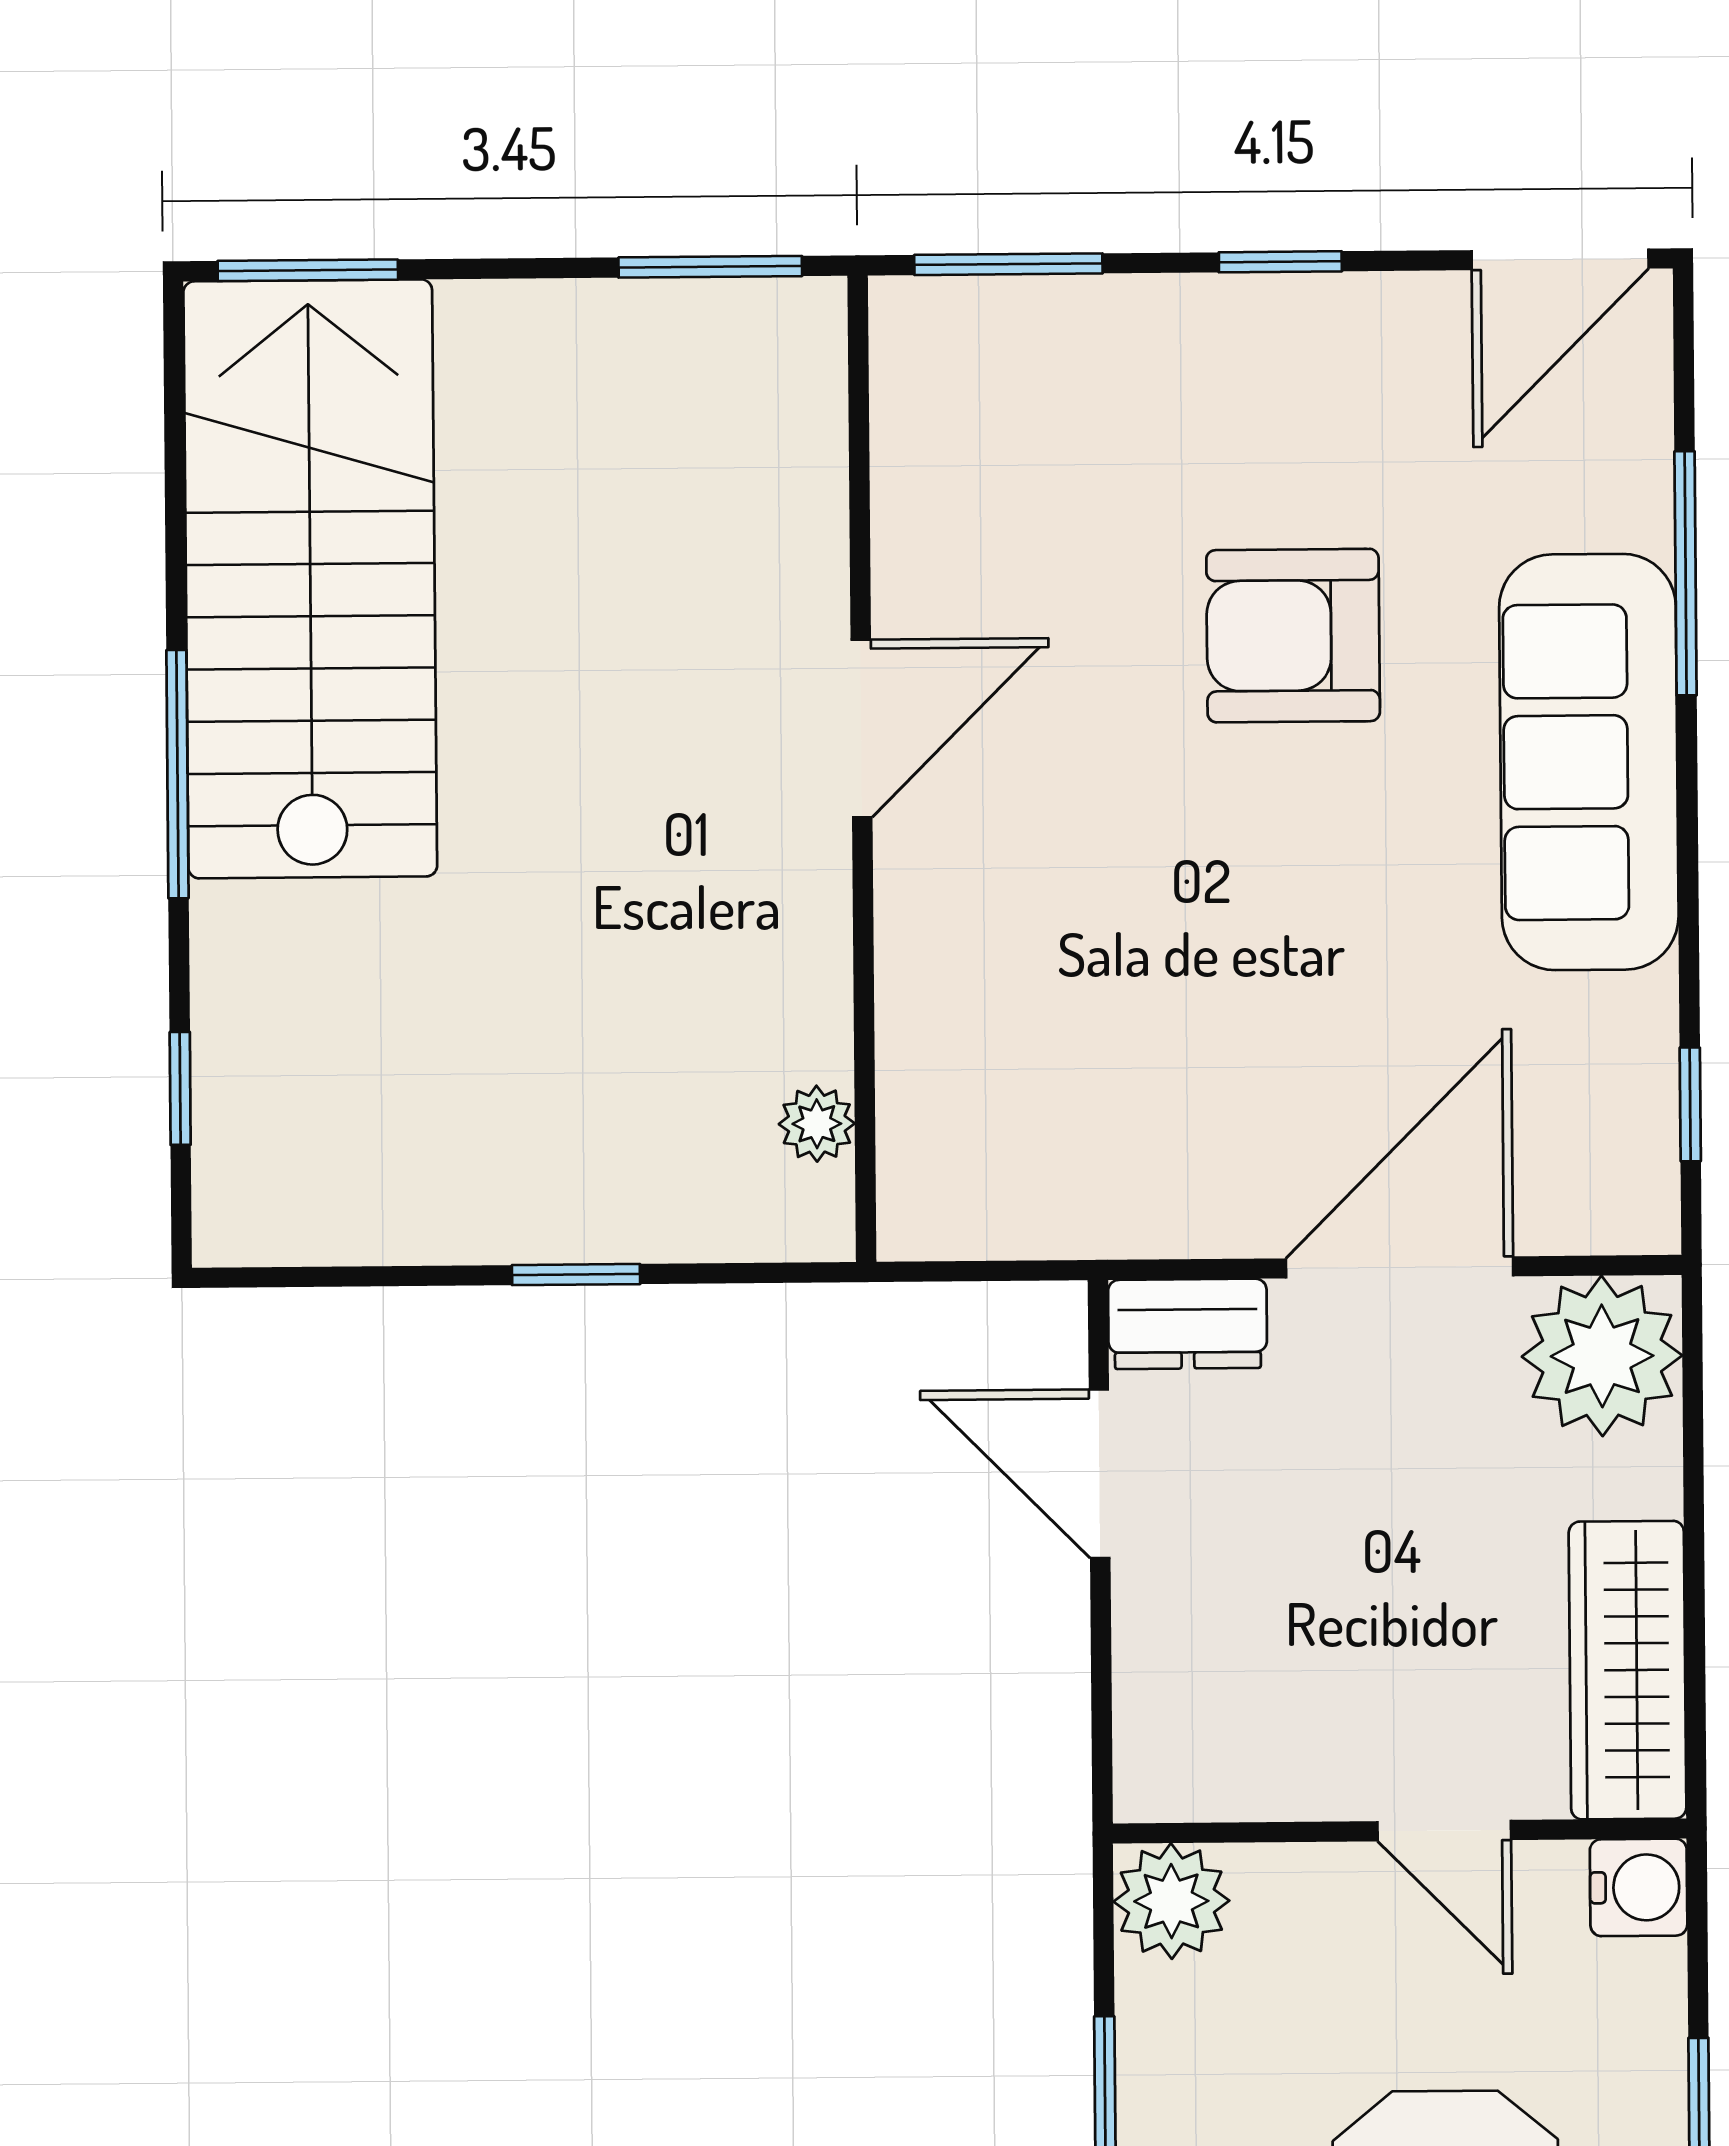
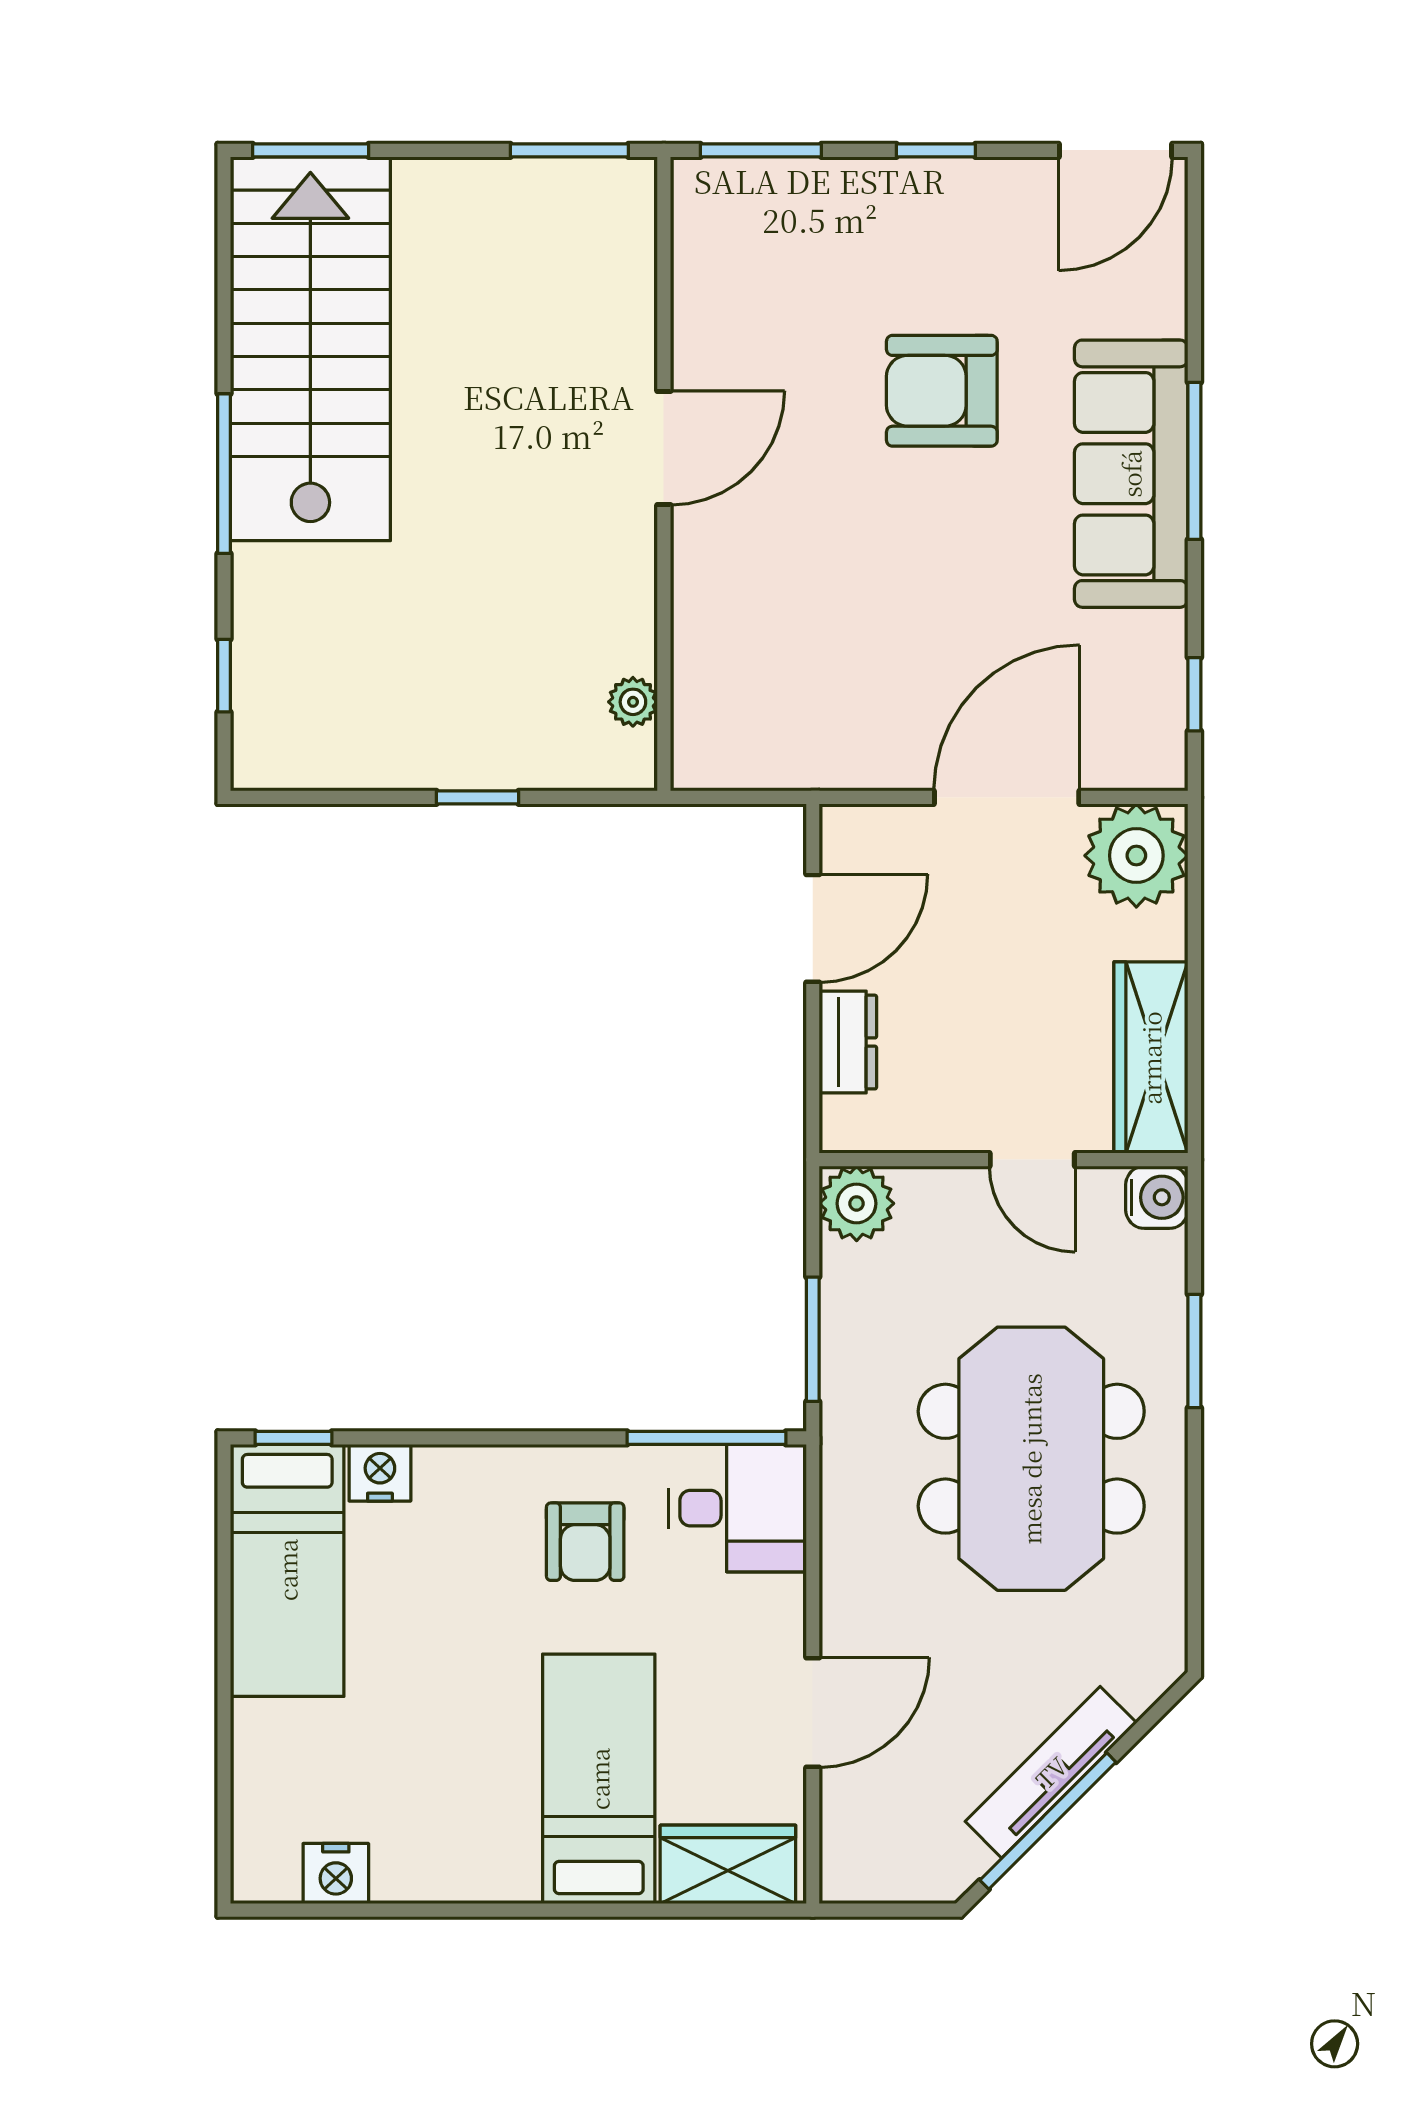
window: (1686, 573) -> (1194, 461), moved
dresser: (1188, 1324) -> (848, 1042), moved, turned -90
door: (1100, 1474) -> (813, 928), swing flipped

